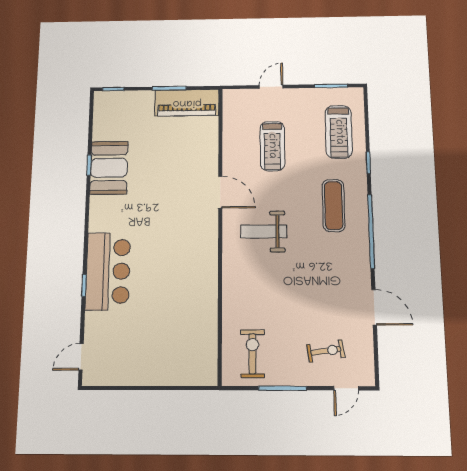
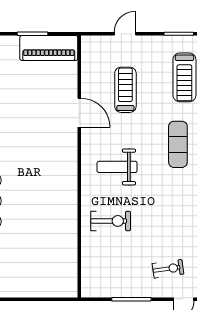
treadmill: (272, 146) -> (125, 90), turned 180
door: (220, 192) -> (79, 113), moved
exercise bike: (253, 354) -> (111, 221), moved, turned 90

